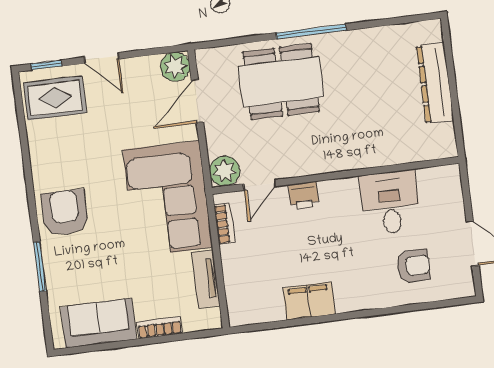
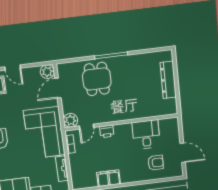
dining table: (281, 82) -> (97, 79), width x0.73

